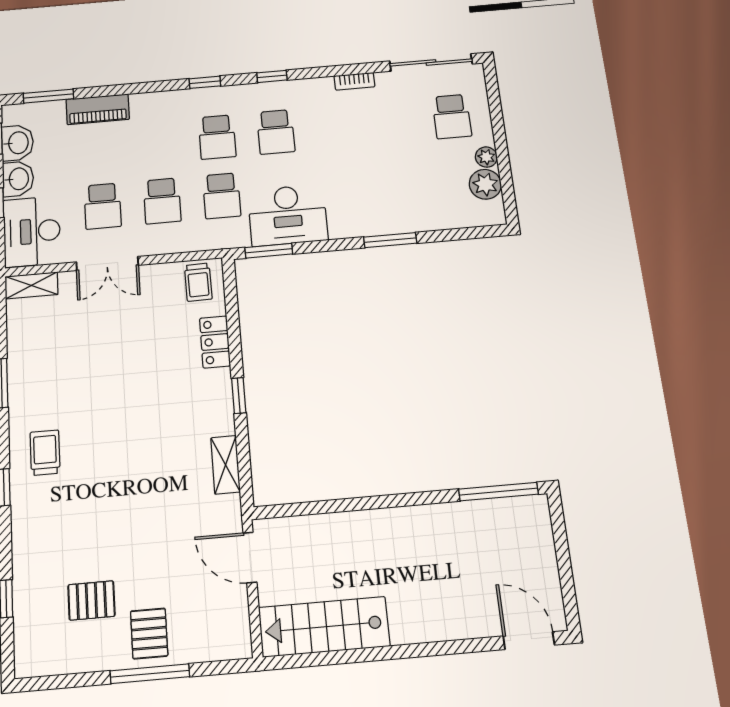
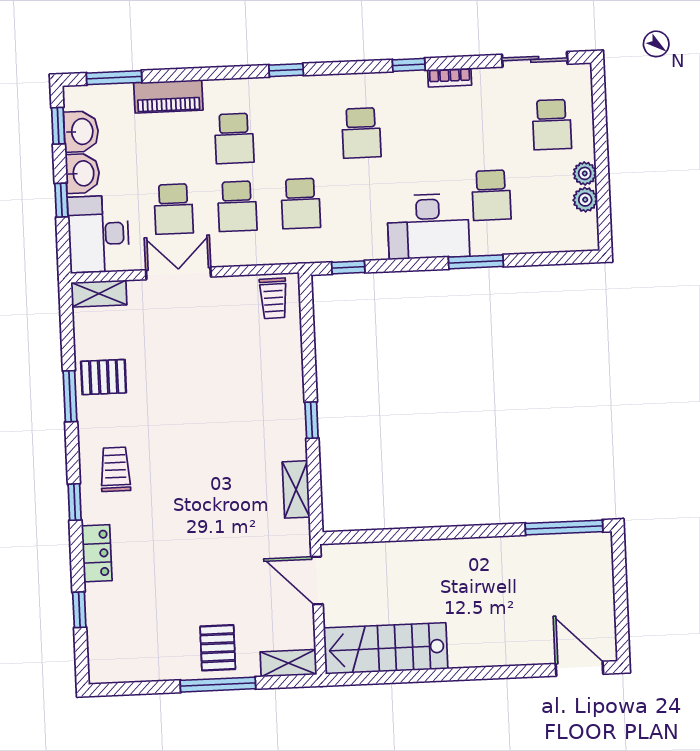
sliding door: (431, 63) -> (535, 59), width x0.73
window: (272, 76) -> (409, 65), moved
school desk: (217, 137) -> (234, 138), moved
school desk: (400, 180) -> (491, 195), added
plant: (485, 184) -> (585, 200), width x0.73, depth x0.73
desk: (288, 215) -> (428, 226), moved
window: (269, 251) -> (348, 267), width x0.67
double door: (107, 264) -> (178, 273), swing flipped
locker: (215, 342) -> (97, 553), moved, turned 180
pallet: (91, 600) -> (104, 377), moved
shelving: (223, 647) -> (288, 663), added

